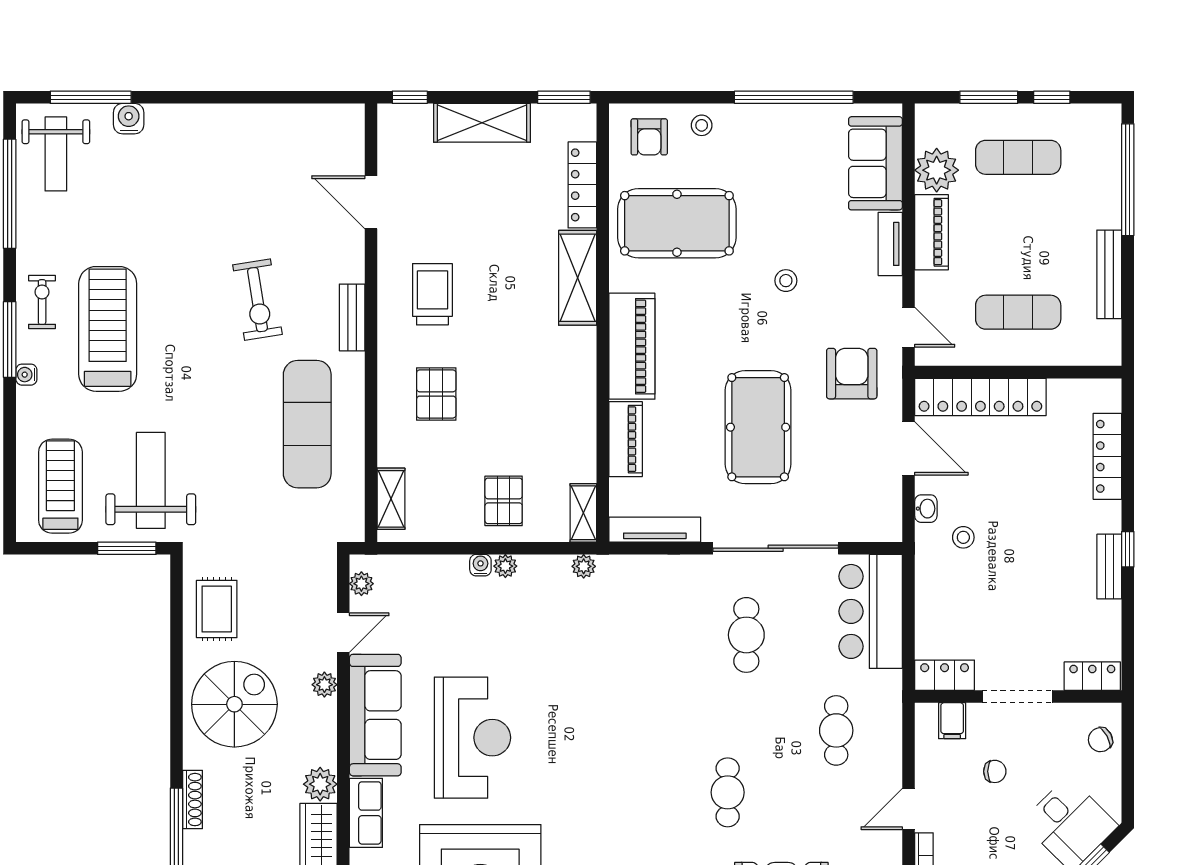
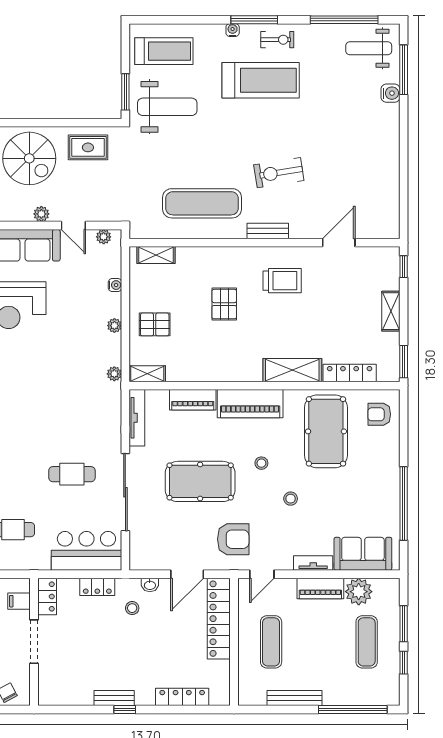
shelving: (482, 123) -> (391, 311), width x0.67, depth x0.75
stool: (702, 125) -> (261, 463), moved
pallet: (436, 394) -> (224, 304), moved, turned 90
water cooler: (480, 565) -> (115, 285), moved
locker: (1092, 676) -> (97, 587), moved, turned 90

